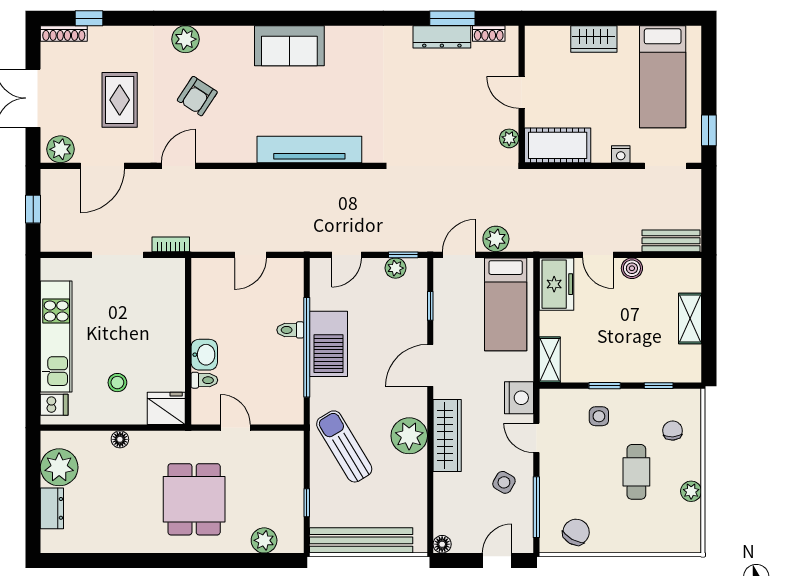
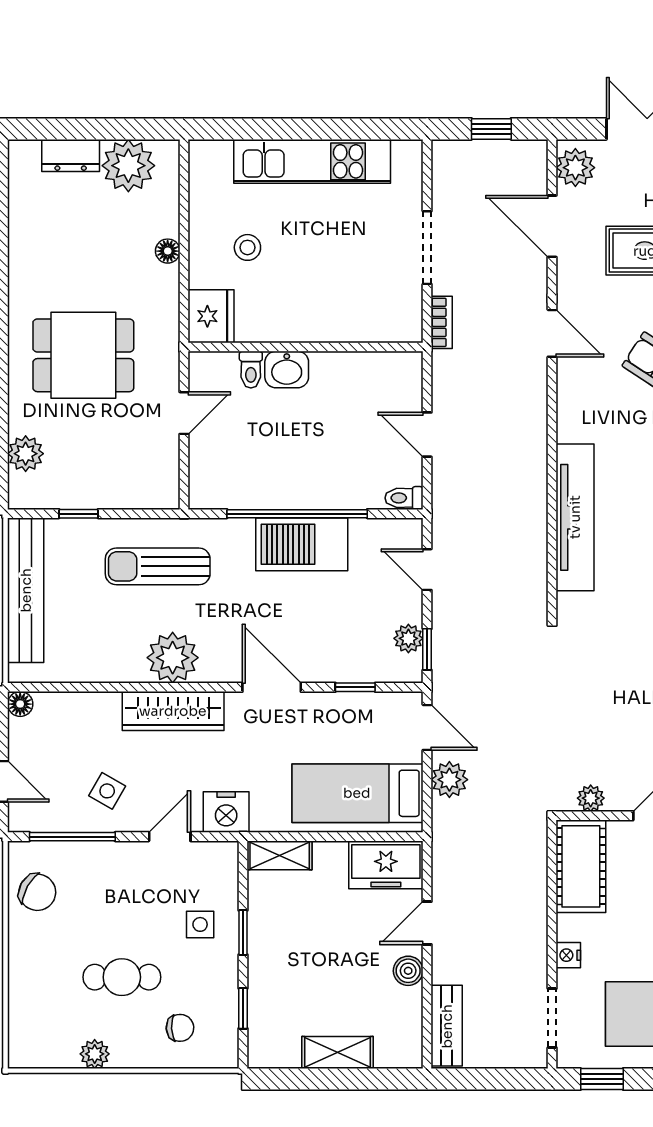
toilet: (290, 330) -> (404, 498), moved, turned -90
dishwasher: (54, 405) -> (216, 159), removed
sun lounger: (344, 446) -> (158, 566), turned -149

